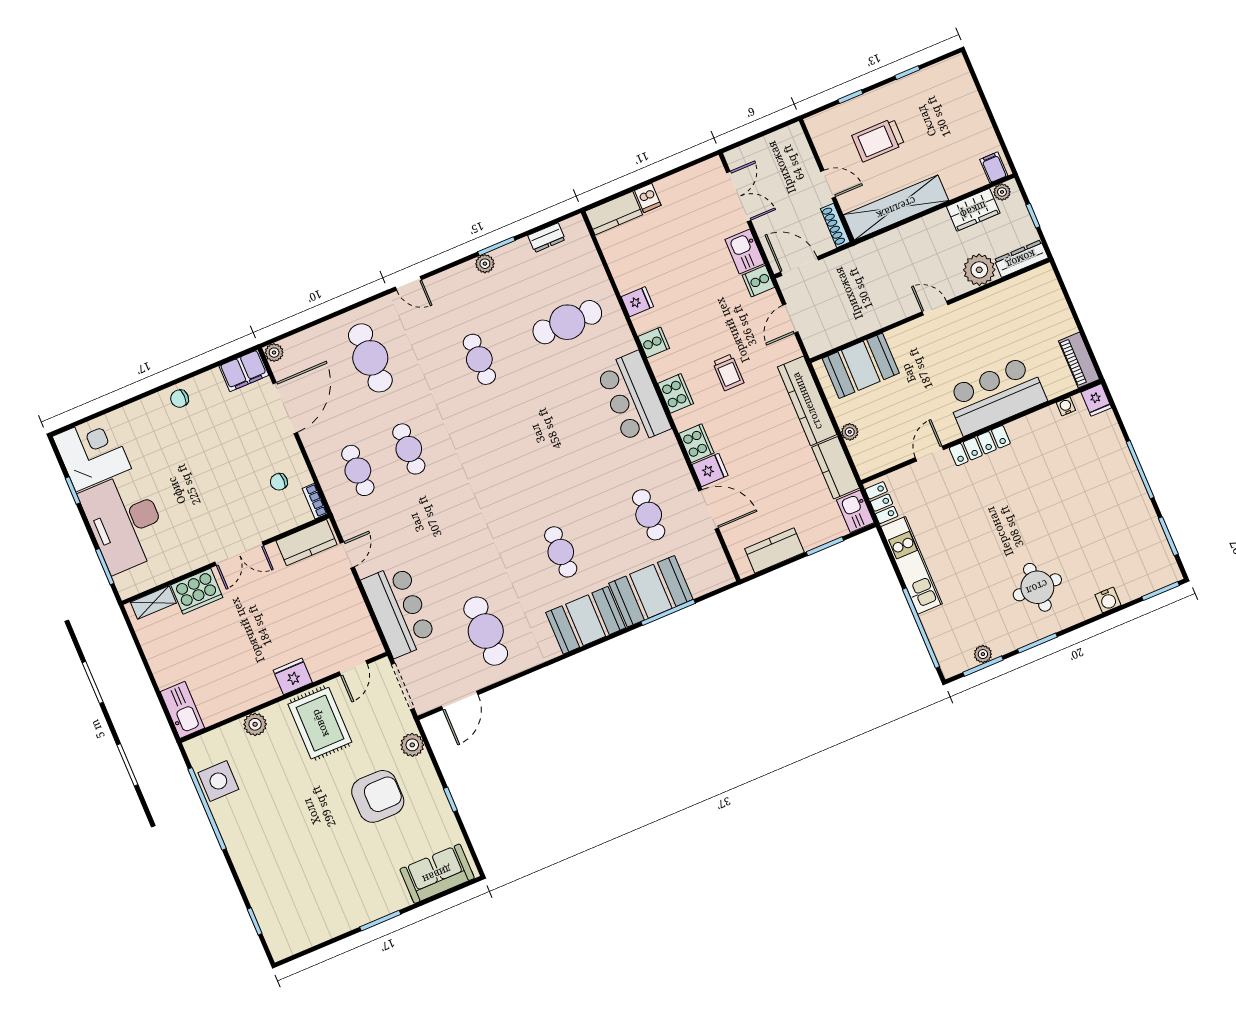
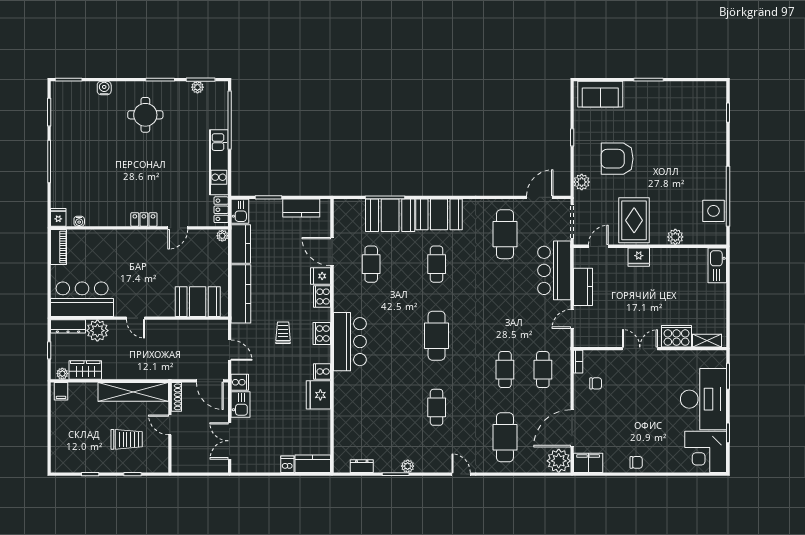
fridge: (637, 302) -> (318, 395), width x1.88, depth x1.34
door: (790, 319) -> (230, 350), hinge flipped
cafe table: (567, 322) -> (437, 336), moved, turned 90
plant: (274, 353) -> (559, 461), width x1.87, depth x1.87
bar counter: (996, 396) -> (82, 299), moved, turned 180
plant: (850, 432) -> (222, 236), moved
locker: (980, 446) -> (144, 219), width x0.66
kitchen counter: (307, 543) -> (583, 287), moved, turned 90

